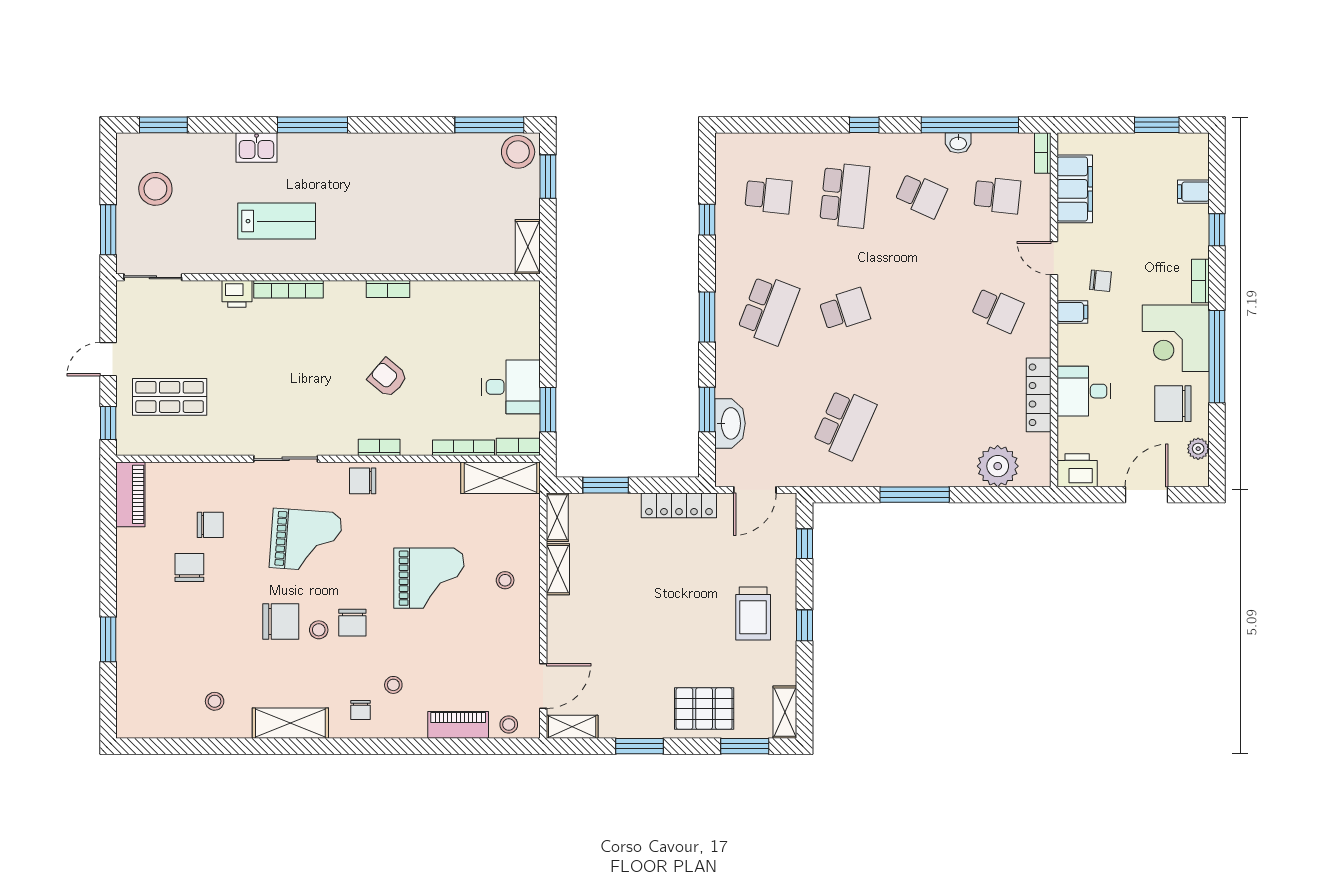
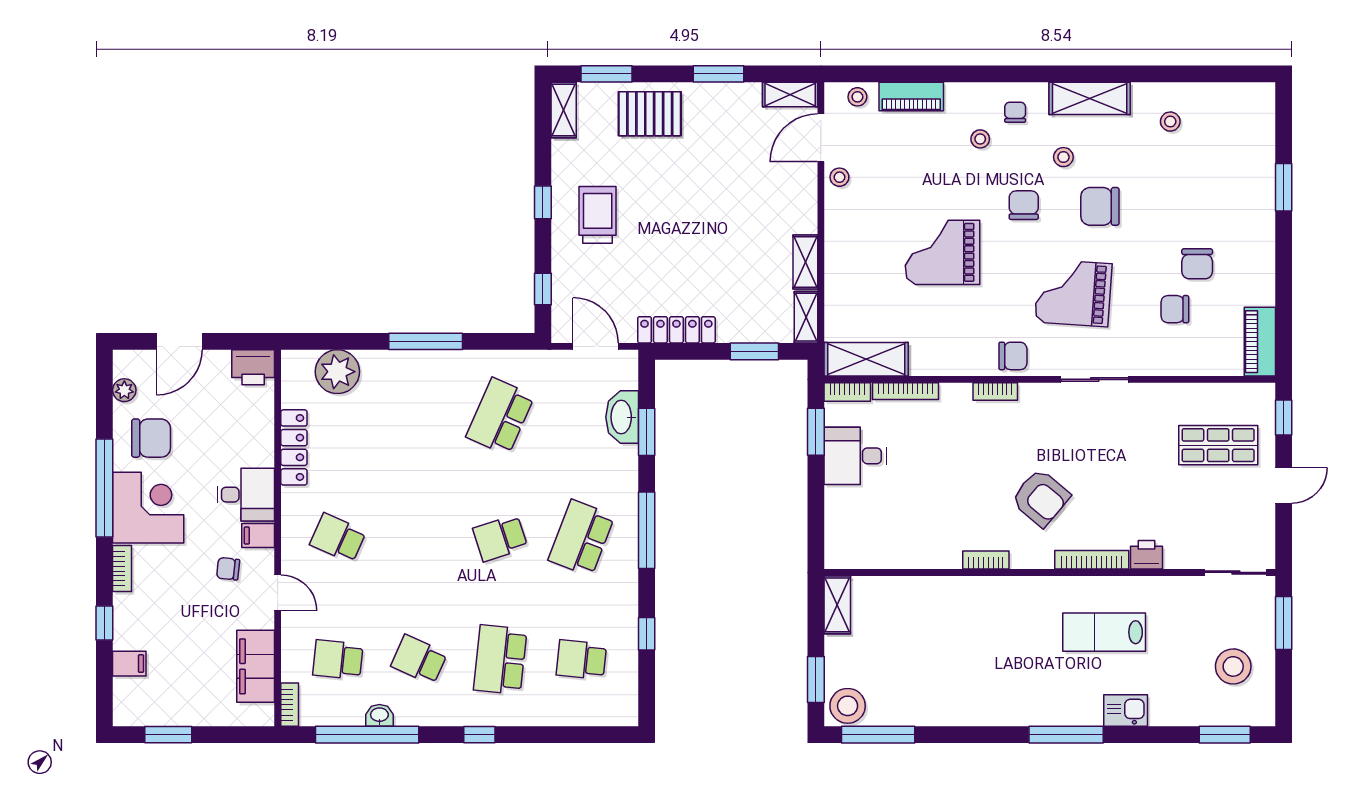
window: (707, 317) -> (647, 530), width x1.44
armchair: (388, 378) -> (1041, 498), moved, width x1.38, depth x1.38
desk: (1084, 391) -> (246, 495), moved
door: (755, 490) -> (596, 346), hinge flipped
stool: (505, 580) -> (839, 177), moved
stool: (319, 630) -> (1063, 157), moved

